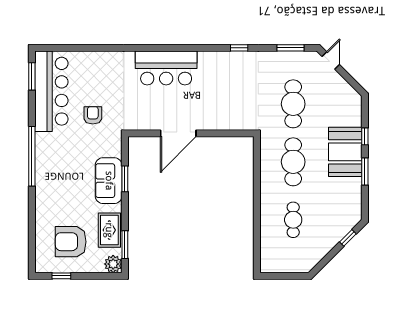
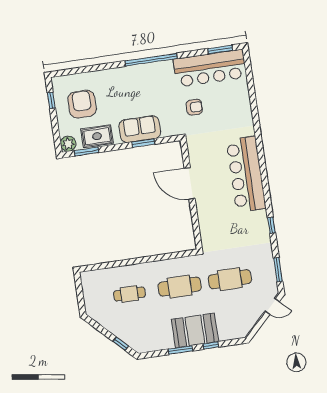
bar counter: (166, 68) -> (246, 174), width x1.36

